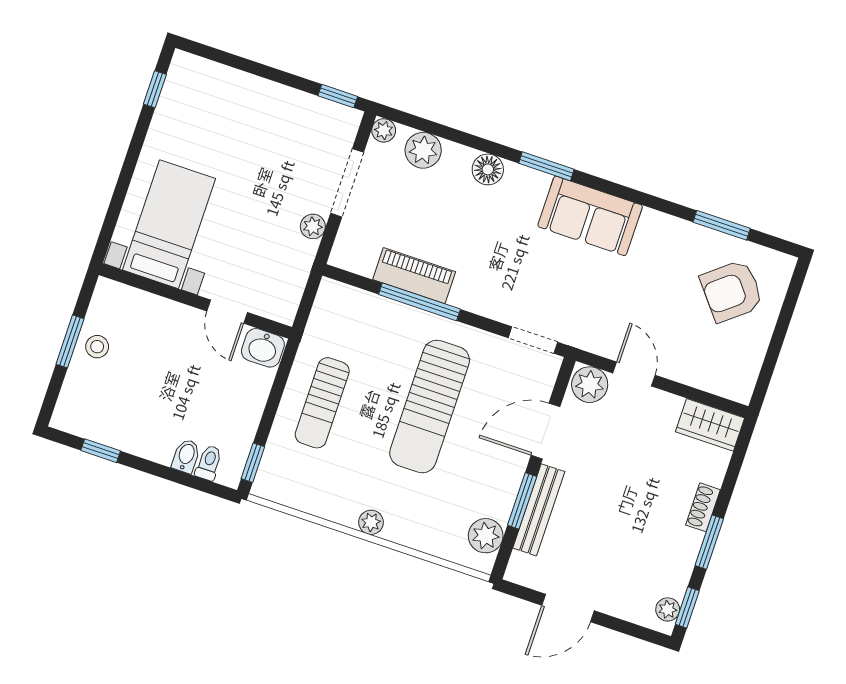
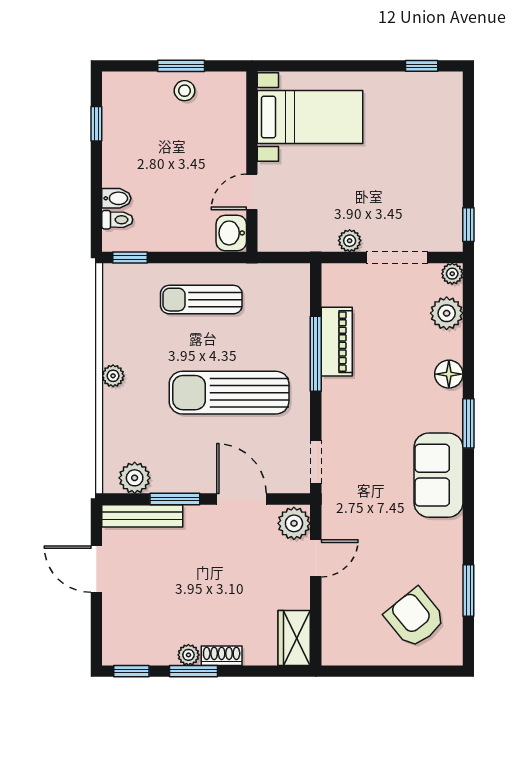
bench: (539, 510) -> (142, 516), moved
plant: (668, 609) -> (188, 655), moved

